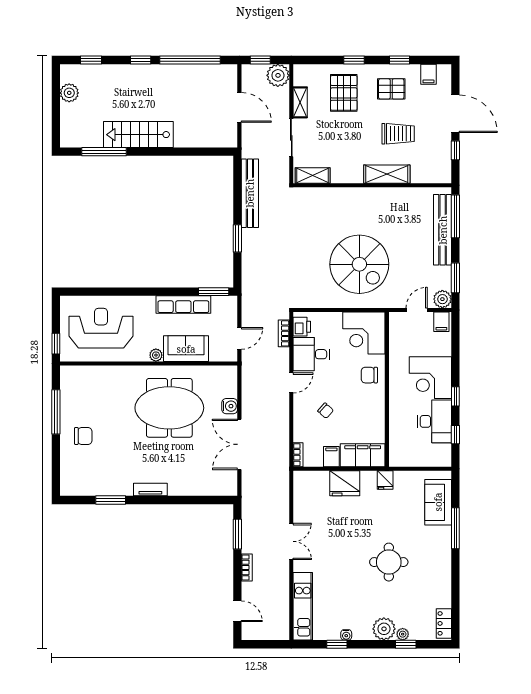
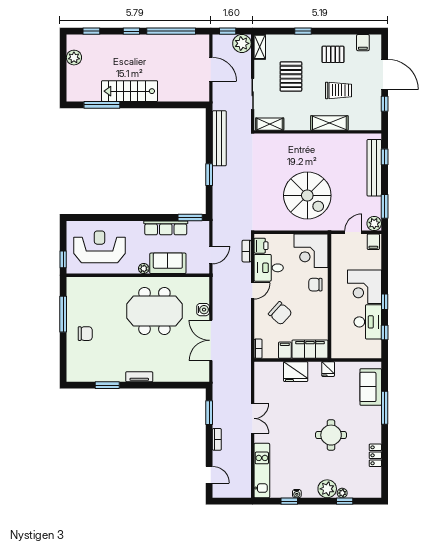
window: (399, 60) -> (340, 31), removed
pallet: (344, 93) -> (291, 76), moved
shelving: (300, 102) -> (260, 47), moved
window: (455, 216) -> (385, 157), width x0.46
chair: (326, 411) -> (280, 313), width x1.87, depth x1.87
locker: (444, 623) -> (375, 455), moved

